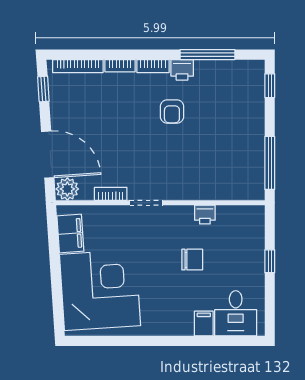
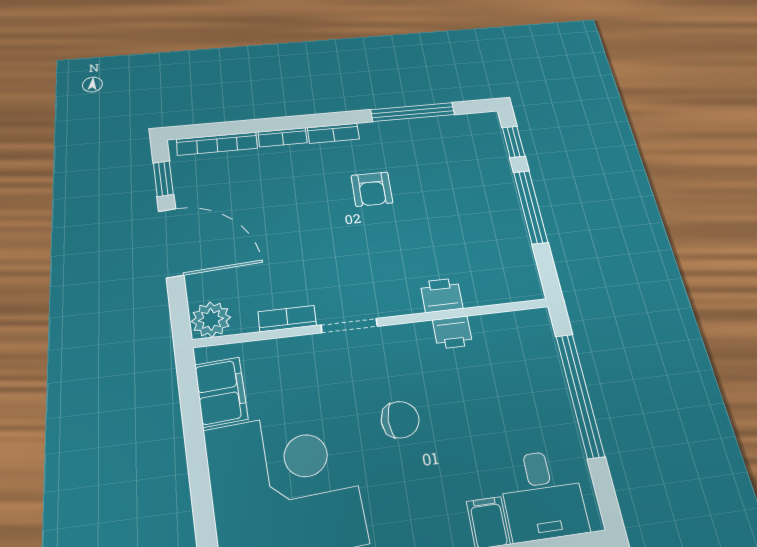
printer: (182, 70) -> (441, 295), moved, turned 180
door: (48, 155) -> (171, 243), moved
window: (270, 163) -> (530, 207), moved
chair: (192, 260) -> (400, 420), moved
window: (270, 261) -> (580, 395), width x3.17

